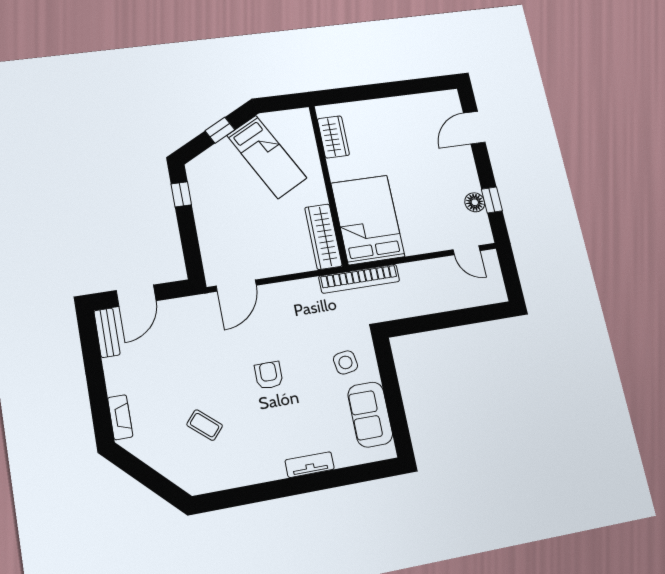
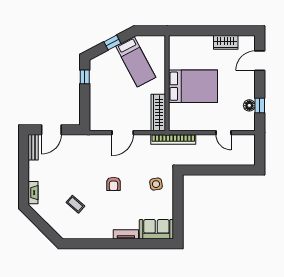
wardrobe: (333, 137) -> (226, 42), moved, turned 90
bed: (368, 220) -> (193, 86), moved, turned 90
door: (467, 250) -> (223, 133), moved
door: (236, 286) -> (123, 133), moved
armchair: (269, 375) -> (113, 184), turned 180
sofa: (370, 414) -> (156, 229), moved, turned 90

